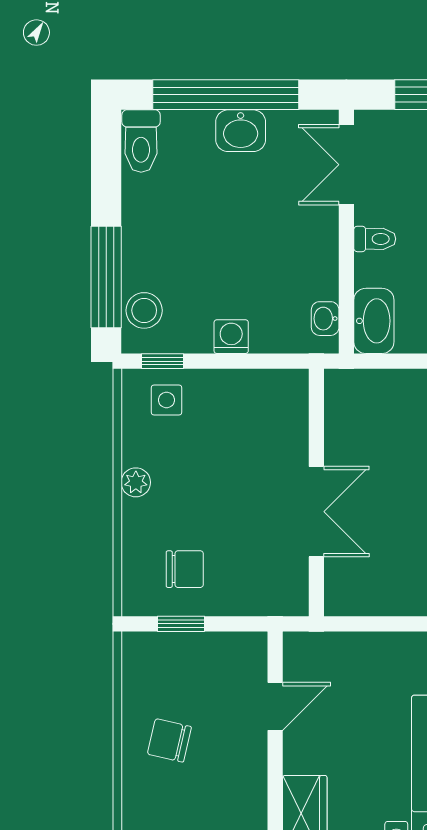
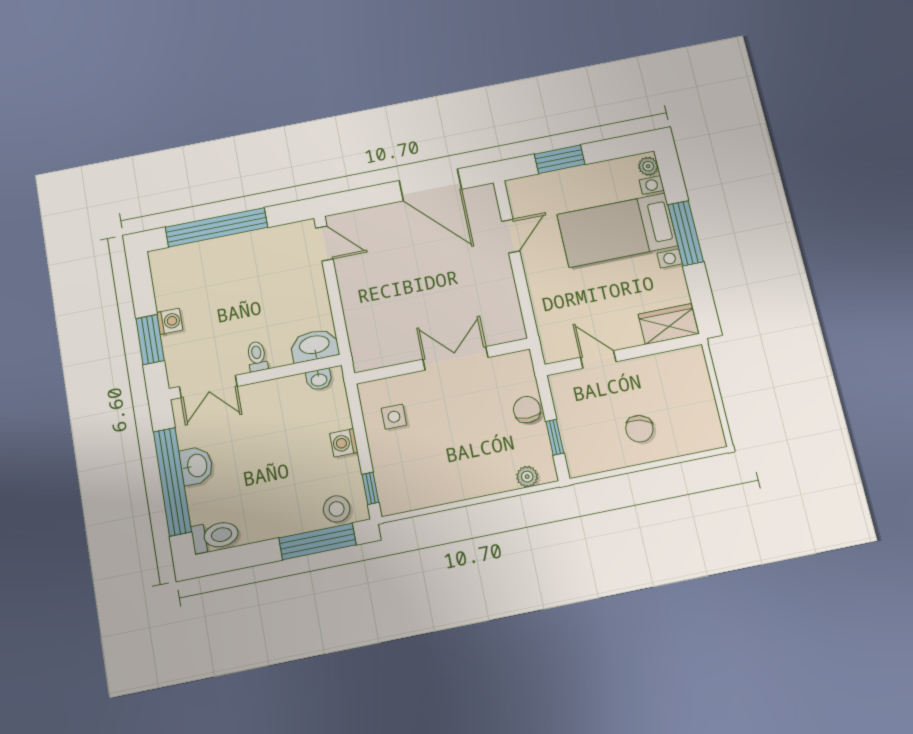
side table: (166, 400) -> (394, 417), moved
plant: (136, 482) -> (527, 477), moved
chair: (185, 569) -> (527, 410), moved

